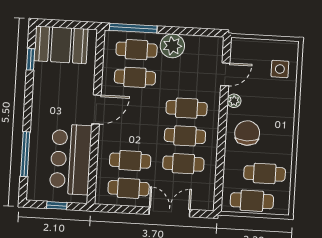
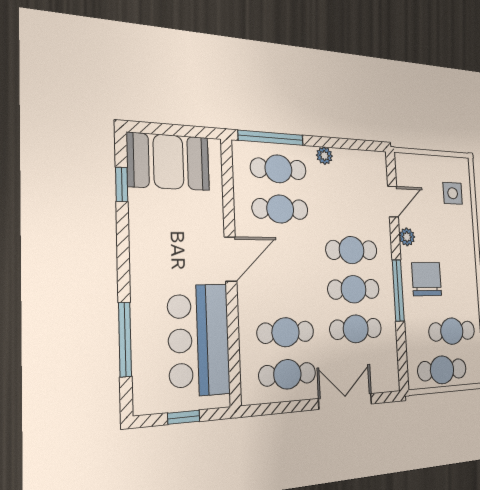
plant: (172, 46) -> (324, 156), width x0.53, depth x0.53
window: (222, 140) -> (398, 290), added

